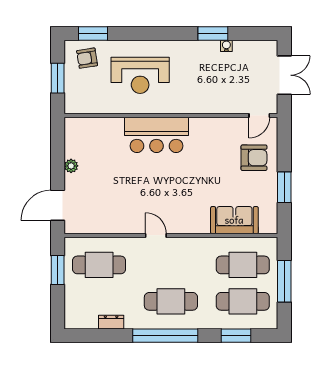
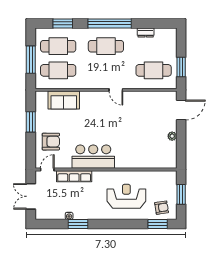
row of seats: (219, 105) -> (74, 176), added
bar counter: (157, 135) -> (93, 157), moved
armchair: (254, 158) -> (51, 142), turned 180

